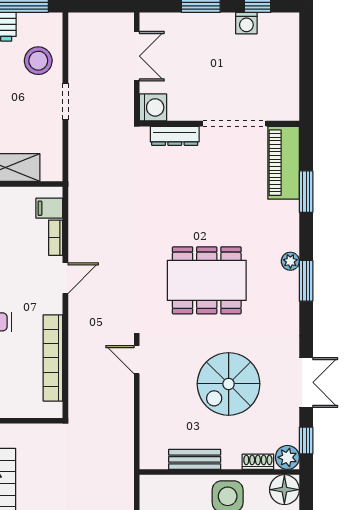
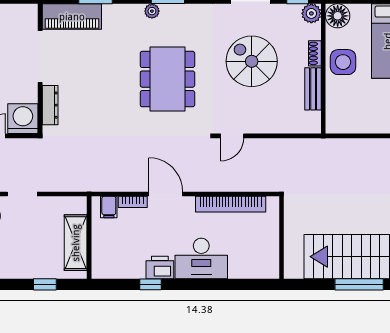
washing machine: (153, 107) -> (23, 119), width x1.37, depth x1.37
door: (65, 278) -> (166, 194), width x1.38
spiral stairs: (229, 384) -> (252, 61), turned 180
shoe rack: (258, 462) -> (315, 53), moved

